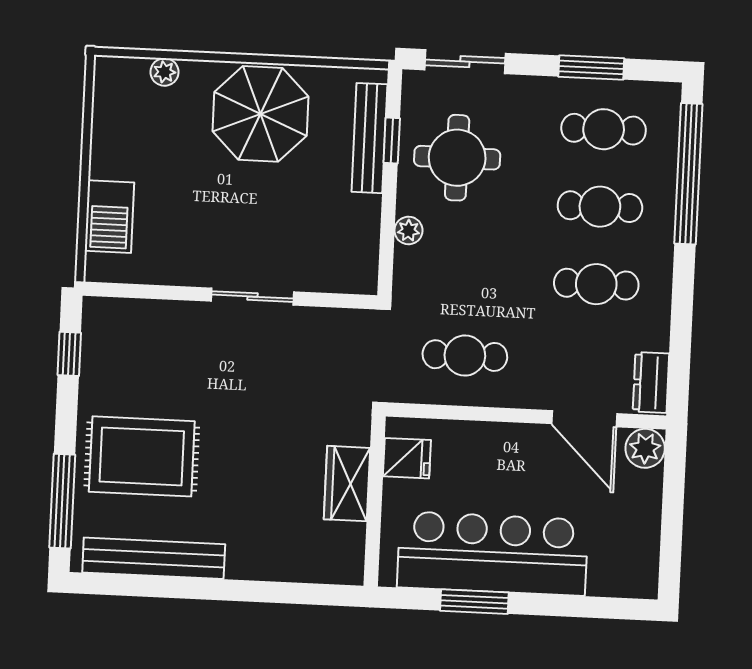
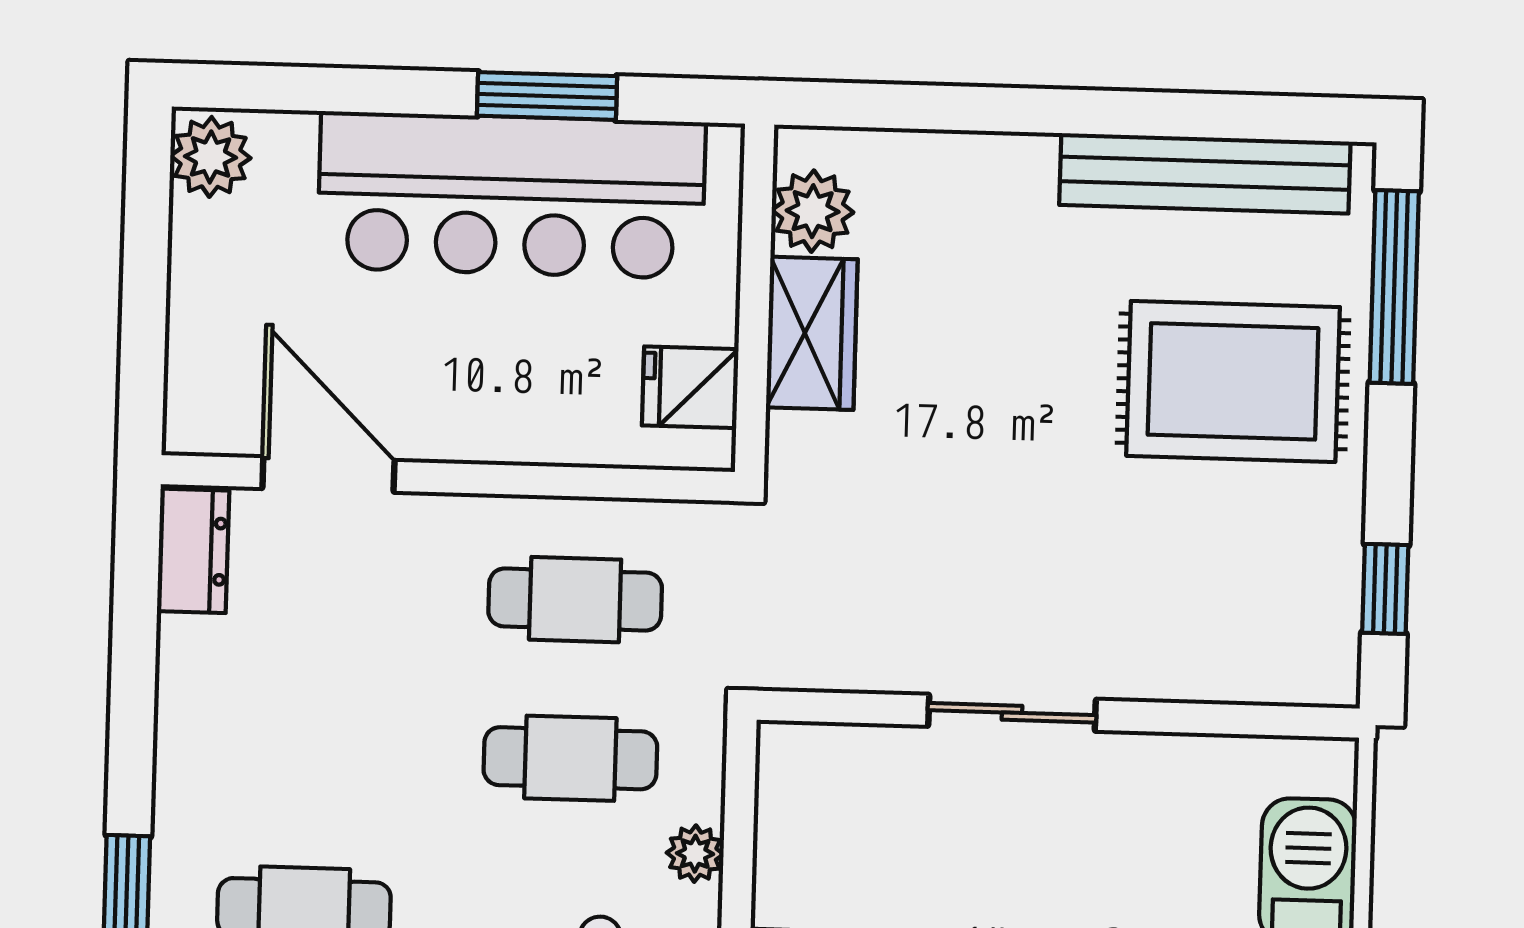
cafe table: (596, 284) -> (570, 758), moved
plant: (645, 448) -> (210, 157), moved
plant: (346, 543) -> (813, 211), added

